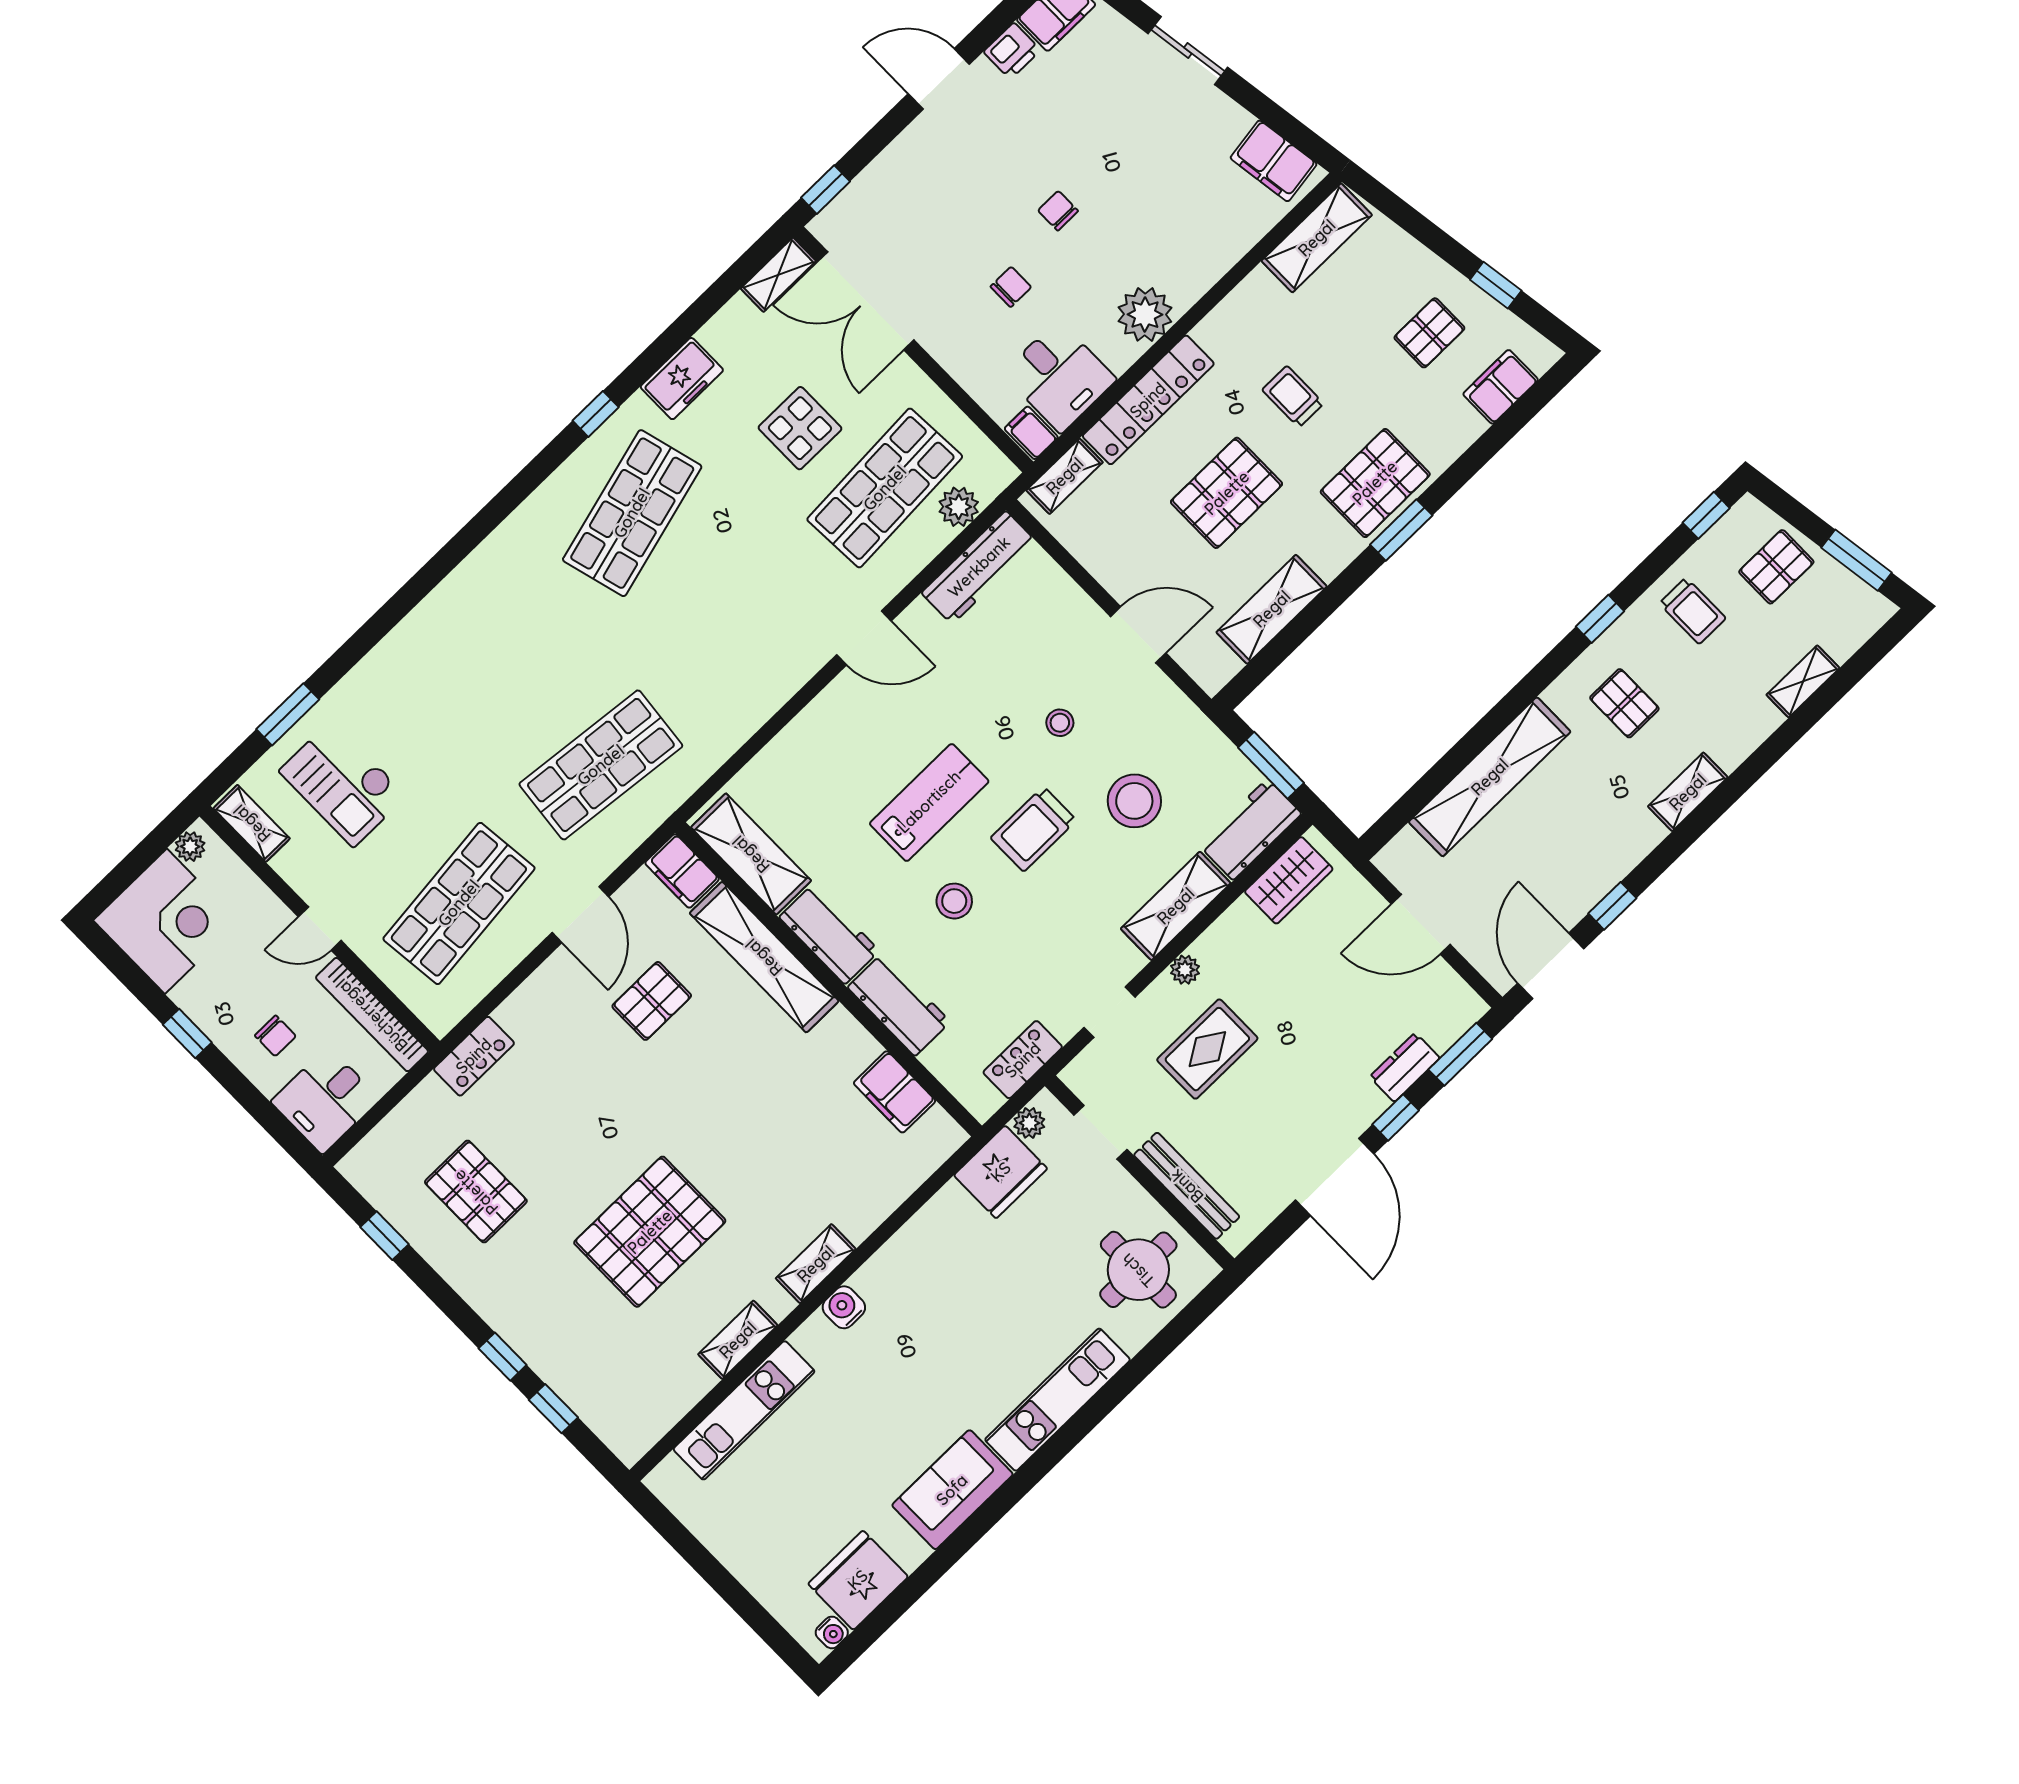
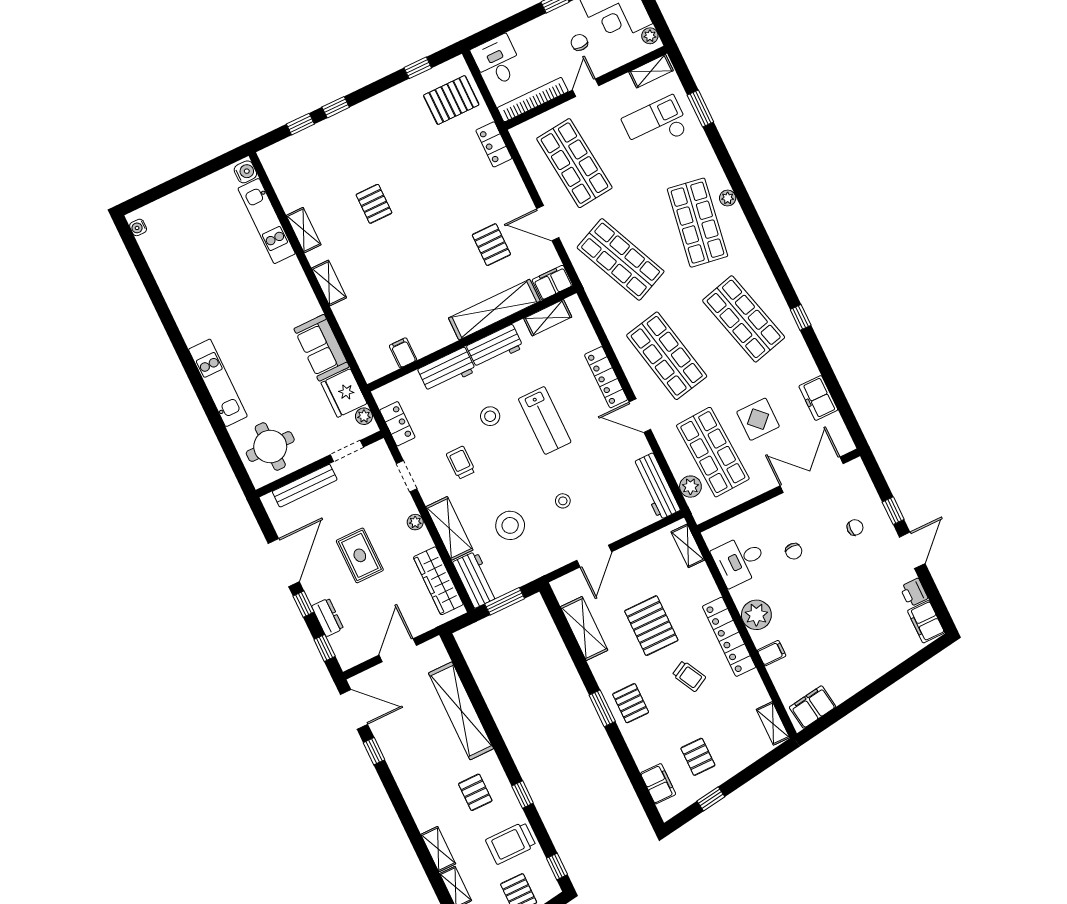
sliding door: (1188, 51) -> (884, 682), removed
window: (826, 190) -> (893, 511), moved
chair: (1058, 211) -> (855, 527), moved
shelving: (1317, 238) -> (773, 723), width x0.67, depth x0.75
shelving: (778, 275) -> (840, 435), removed
freezer: (682, 379) -> (818, 398), moved
trolley: (1293, 397) -> (689, 676), turned 62
locker: (1148, 400) -> (729, 637), moved
filing cabinet: (1031, 433) -> (772, 653), moved
pallet: (1375, 483) -> (631, 703), width x0.67, depth x0.71
trolley: (1693, 611) -> (511, 843), width x1.36, depth x1.39
plant: (429, 613) -> (728, 198), added
shop shelf: (743, 626) -> (667, 356), added
door: (864, 638) -> (640, 416), hinge flipped
shop shelf: (490, 652) -> (697, 223), added
pallet: (1624, 703) -> (475, 792), turned 90
locker: (817, 720) -> (606, 377), added
shop shelf: (601, 765) -> (621, 259), turned -30
shelving: (1688, 792) -> (438, 849), moved
trolley: (1033, 829) -> (461, 463), moved, width x0.73, depth x0.72
shelving: (751, 854) -> (548, 318), width x0.67, depth x0.75
wardrobe: (1289, 880) -> (438, 581), width x1.50
chair: (275, 1036) -> (579, 42), moved, turned 90
rug: (1207, 1049) -> (360, 555), moved
window: (1460, 1054) -> (325, 648), width x0.67
filing cabinet: (895, 1092) -> (403, 353), width x0.50
door: (1335, 1177) -> (284, 563), swing flipped
pallet: (476, 1192) -> (451, 100), moved
pallet: (650, 1232) -> (374, 204), width x0.49, depth x0.50
water cooler: (844, 1307) -> (245, 172), moved
sofa: (952, 1490) -> (322, 348), moved, turned 180
fridge: (858, 1580) -> (160, 250), removed

